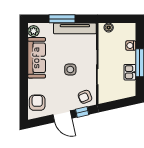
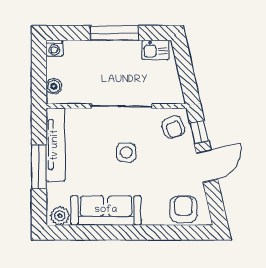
washing machine: (131, 46) -> (54, 48), moved
kitchen sink: (130, 72) -> (155, 50), moved
armchair: (37, 103) -> (183, 209), turned 90

